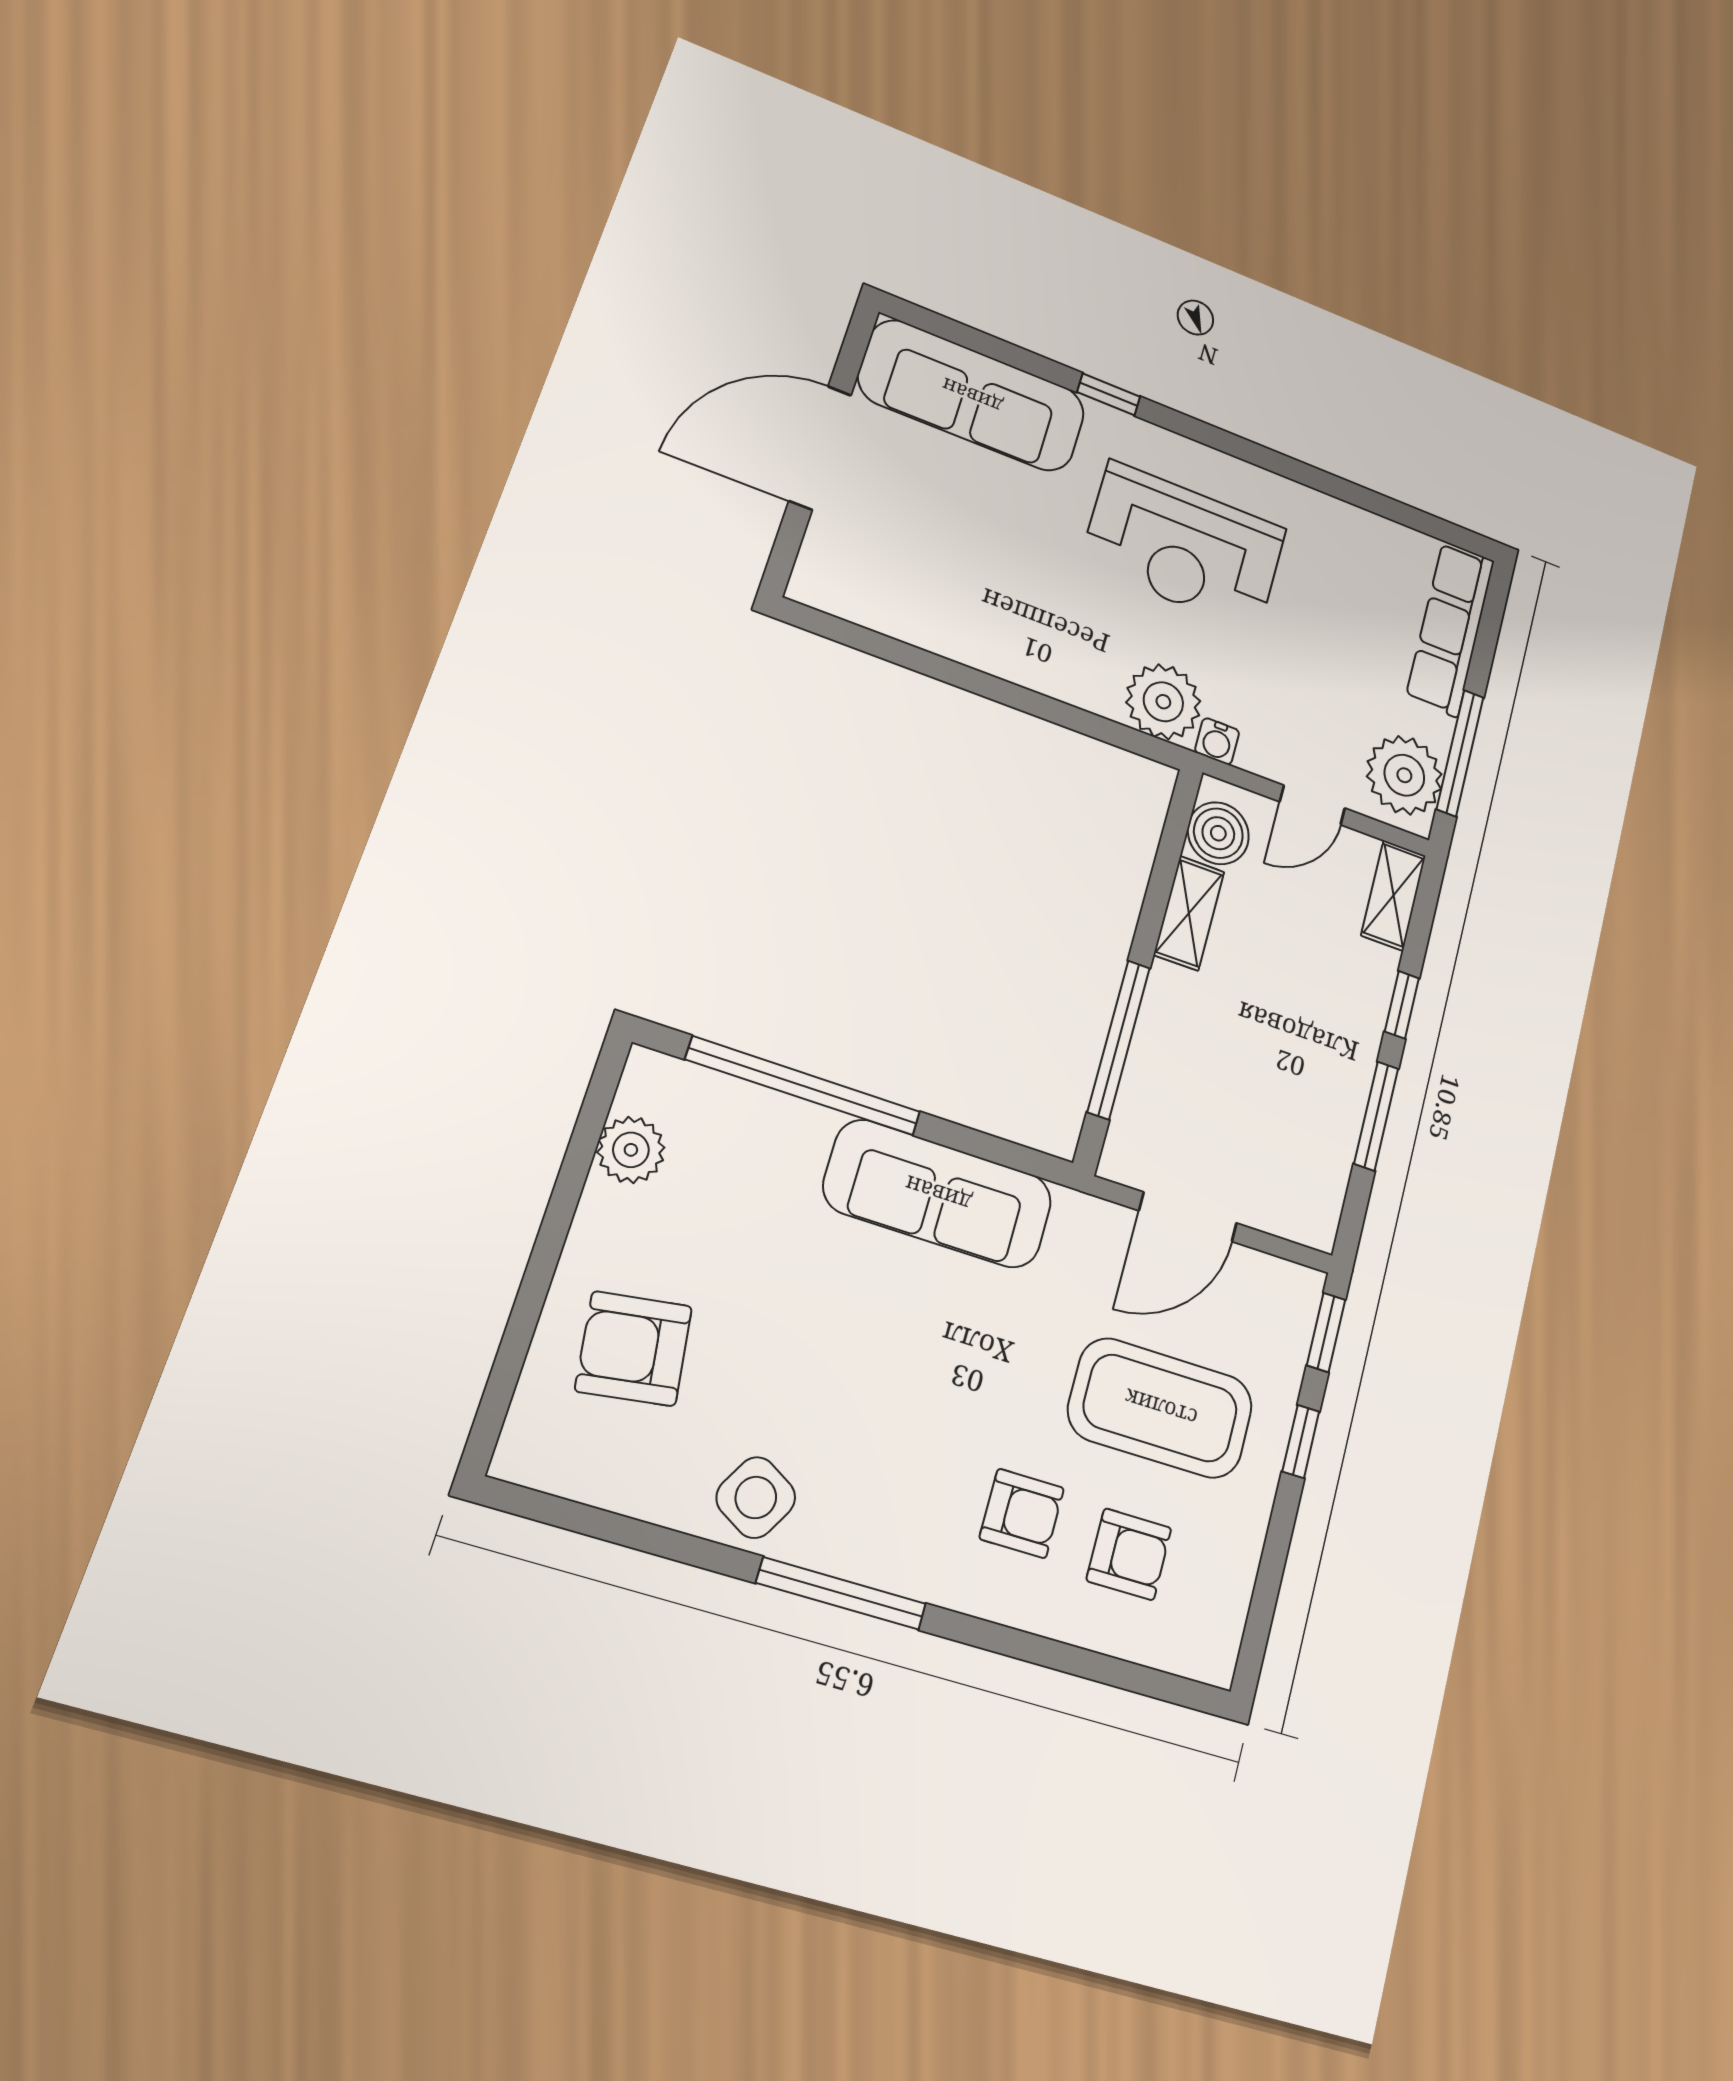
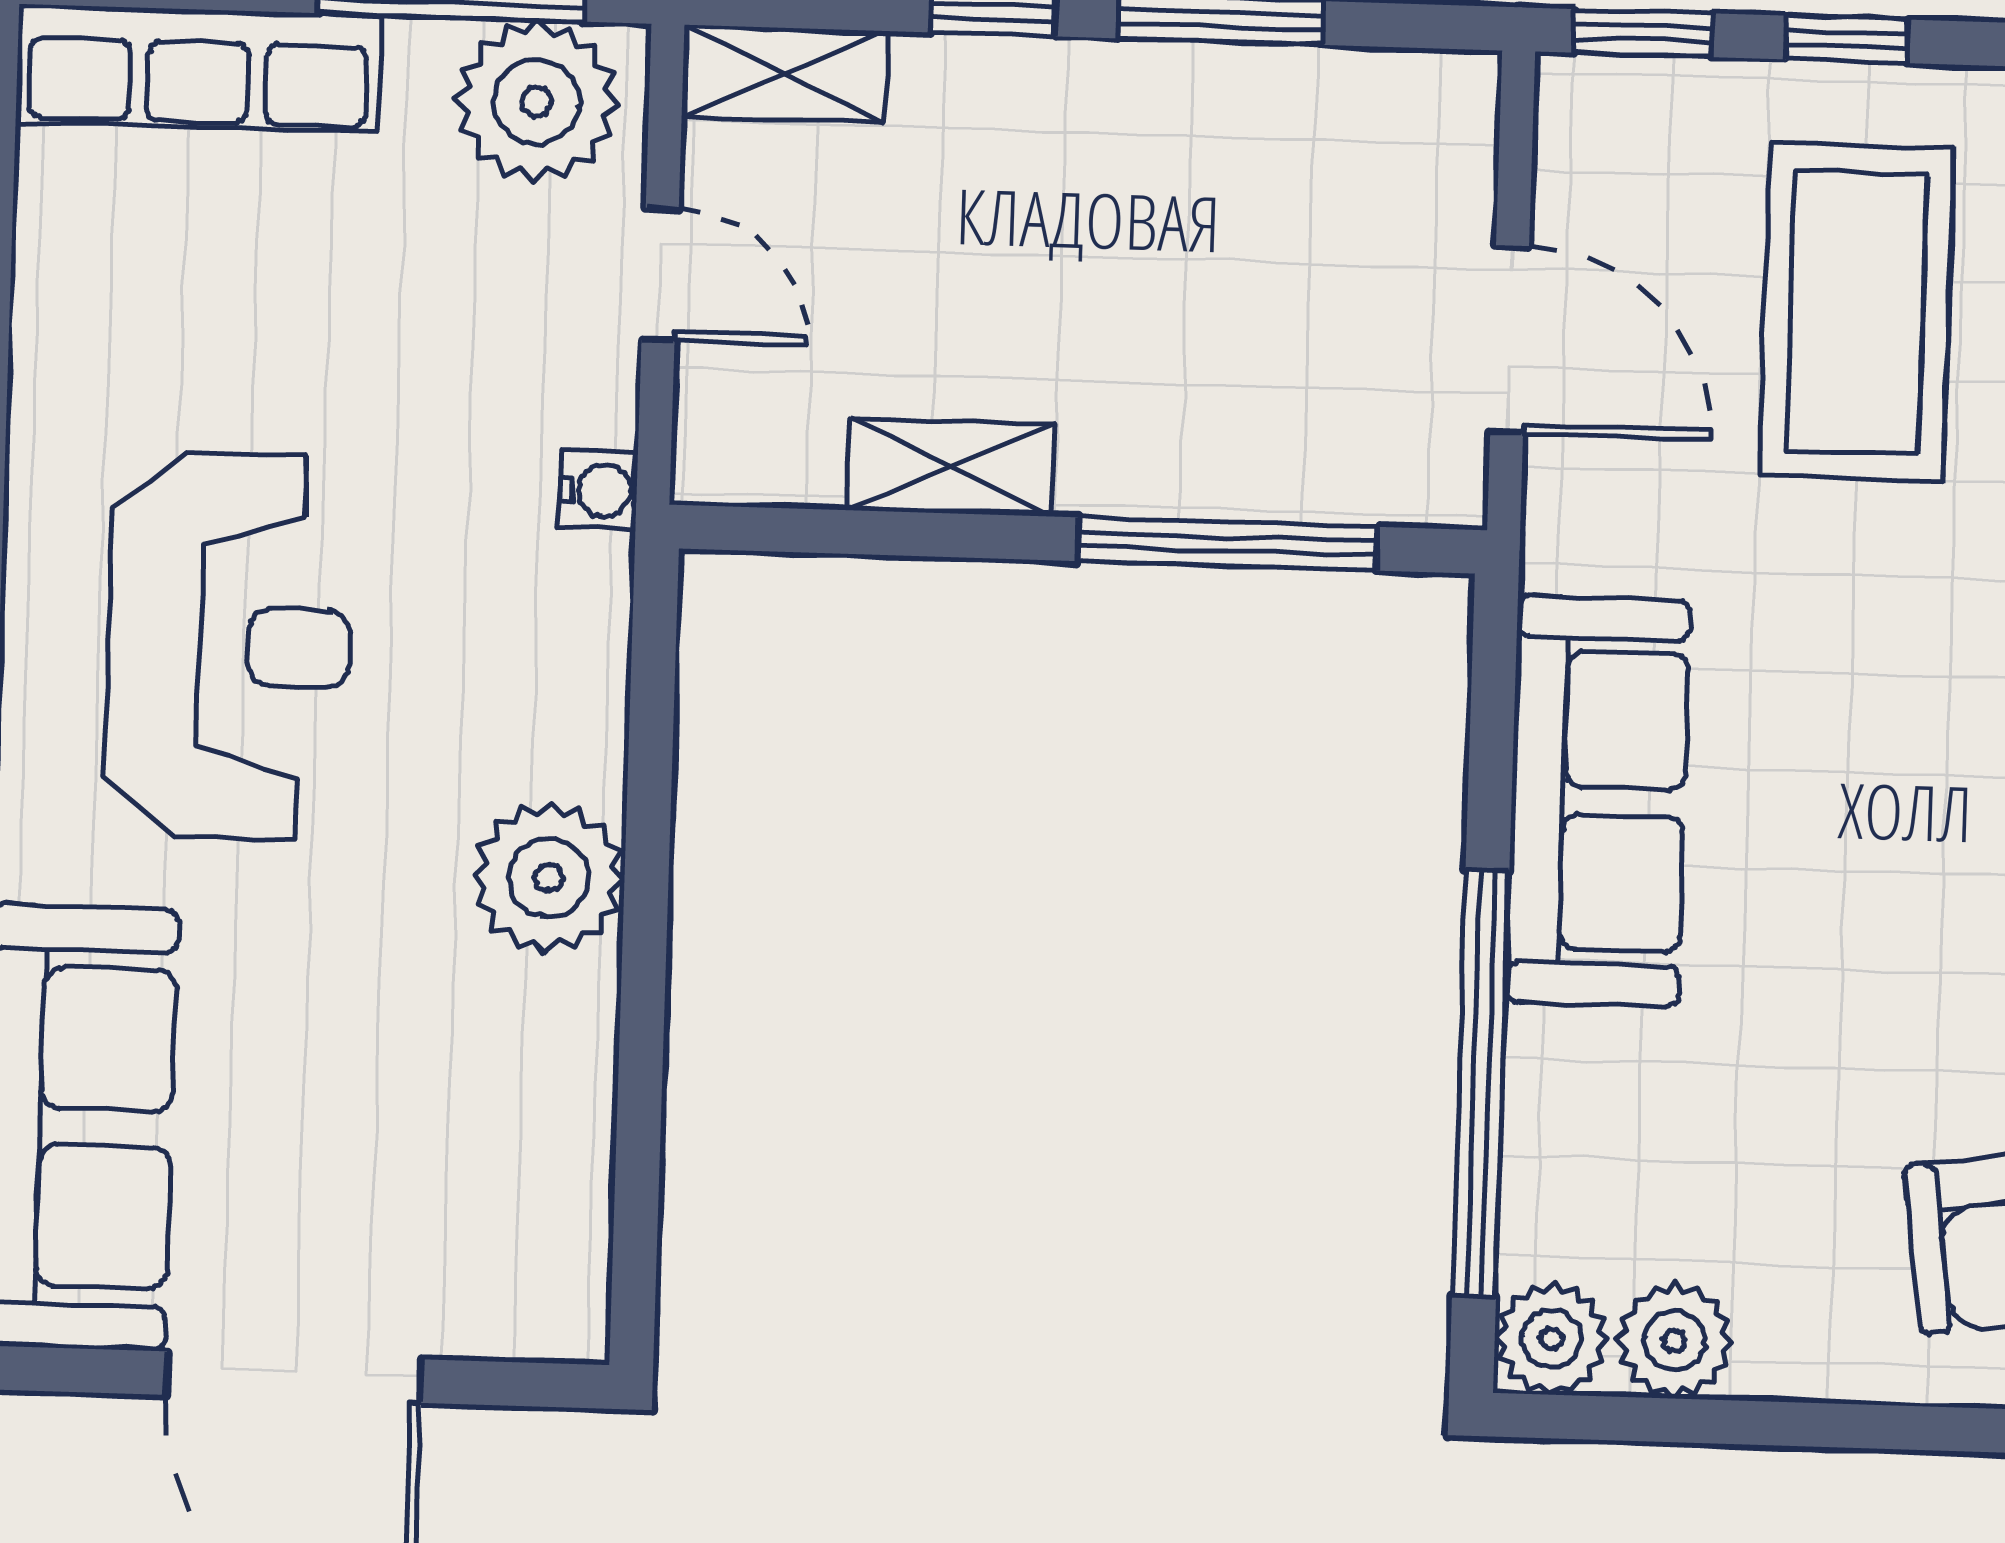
plant: (1163, 702) -> (548, 878), moved
boiler: (1218, 833) -> (778, 446), removed
plant: (652, 1083) -> (1552, 1339), added

